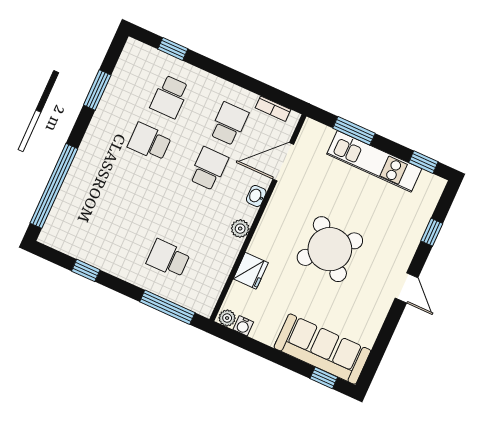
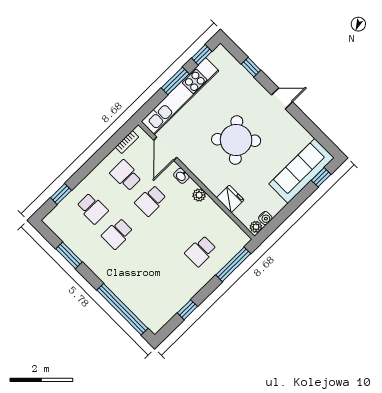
window: (354, 131) -> (175, 81), moved
kitchen unit: (374, 161) -> (180, 96), width x1.36
school desk: (209, 169) -> (151, 201), turned -90

